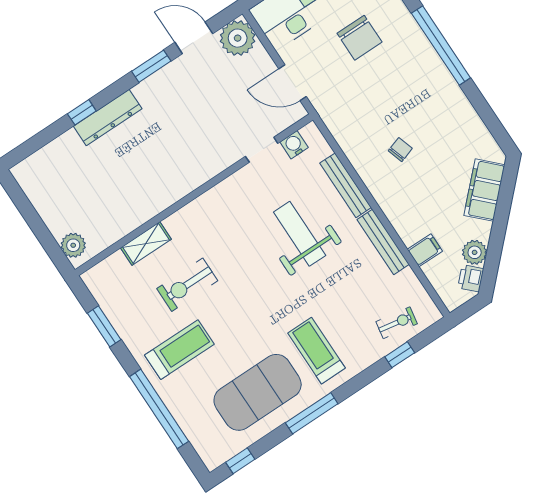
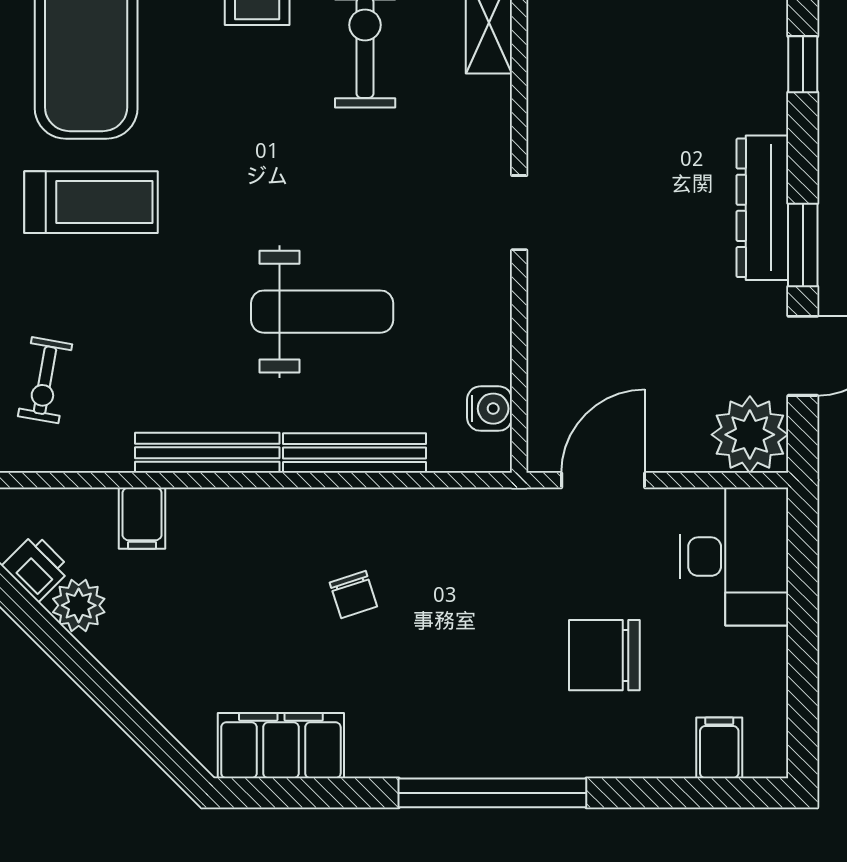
dresser: (108, 117) -> (762, 208), moved
doorway: (262, 150) -> (519, 213), moved
filing cabinet: (484, 190) -> (281, 746), moved, turned -45

